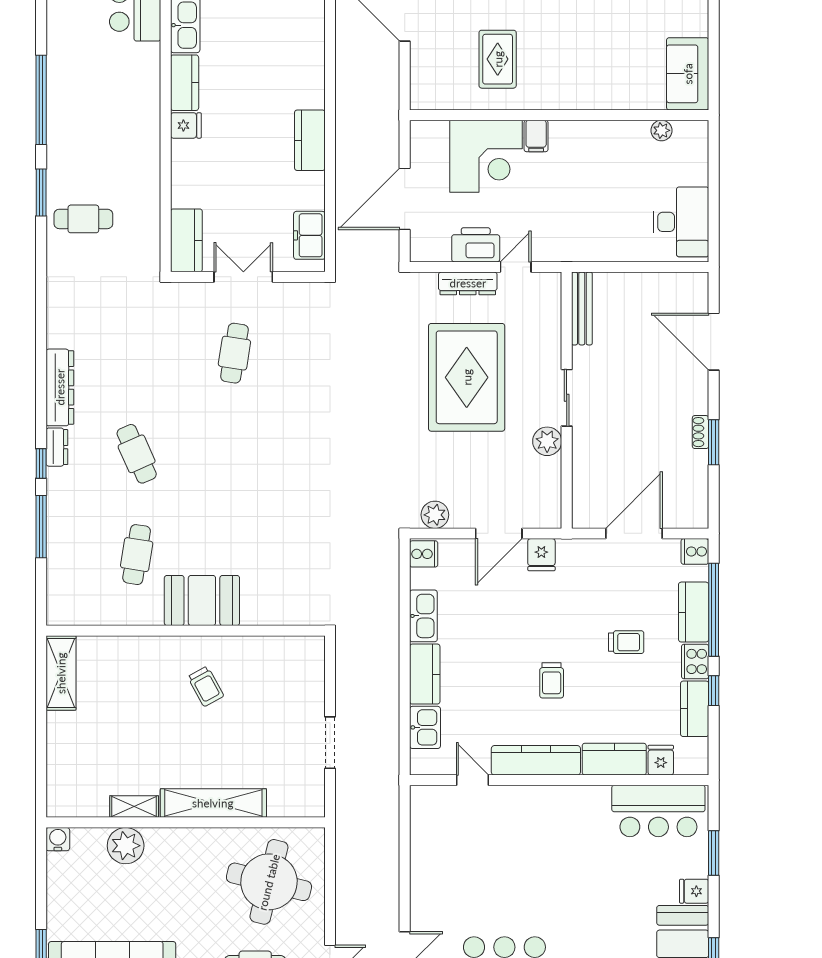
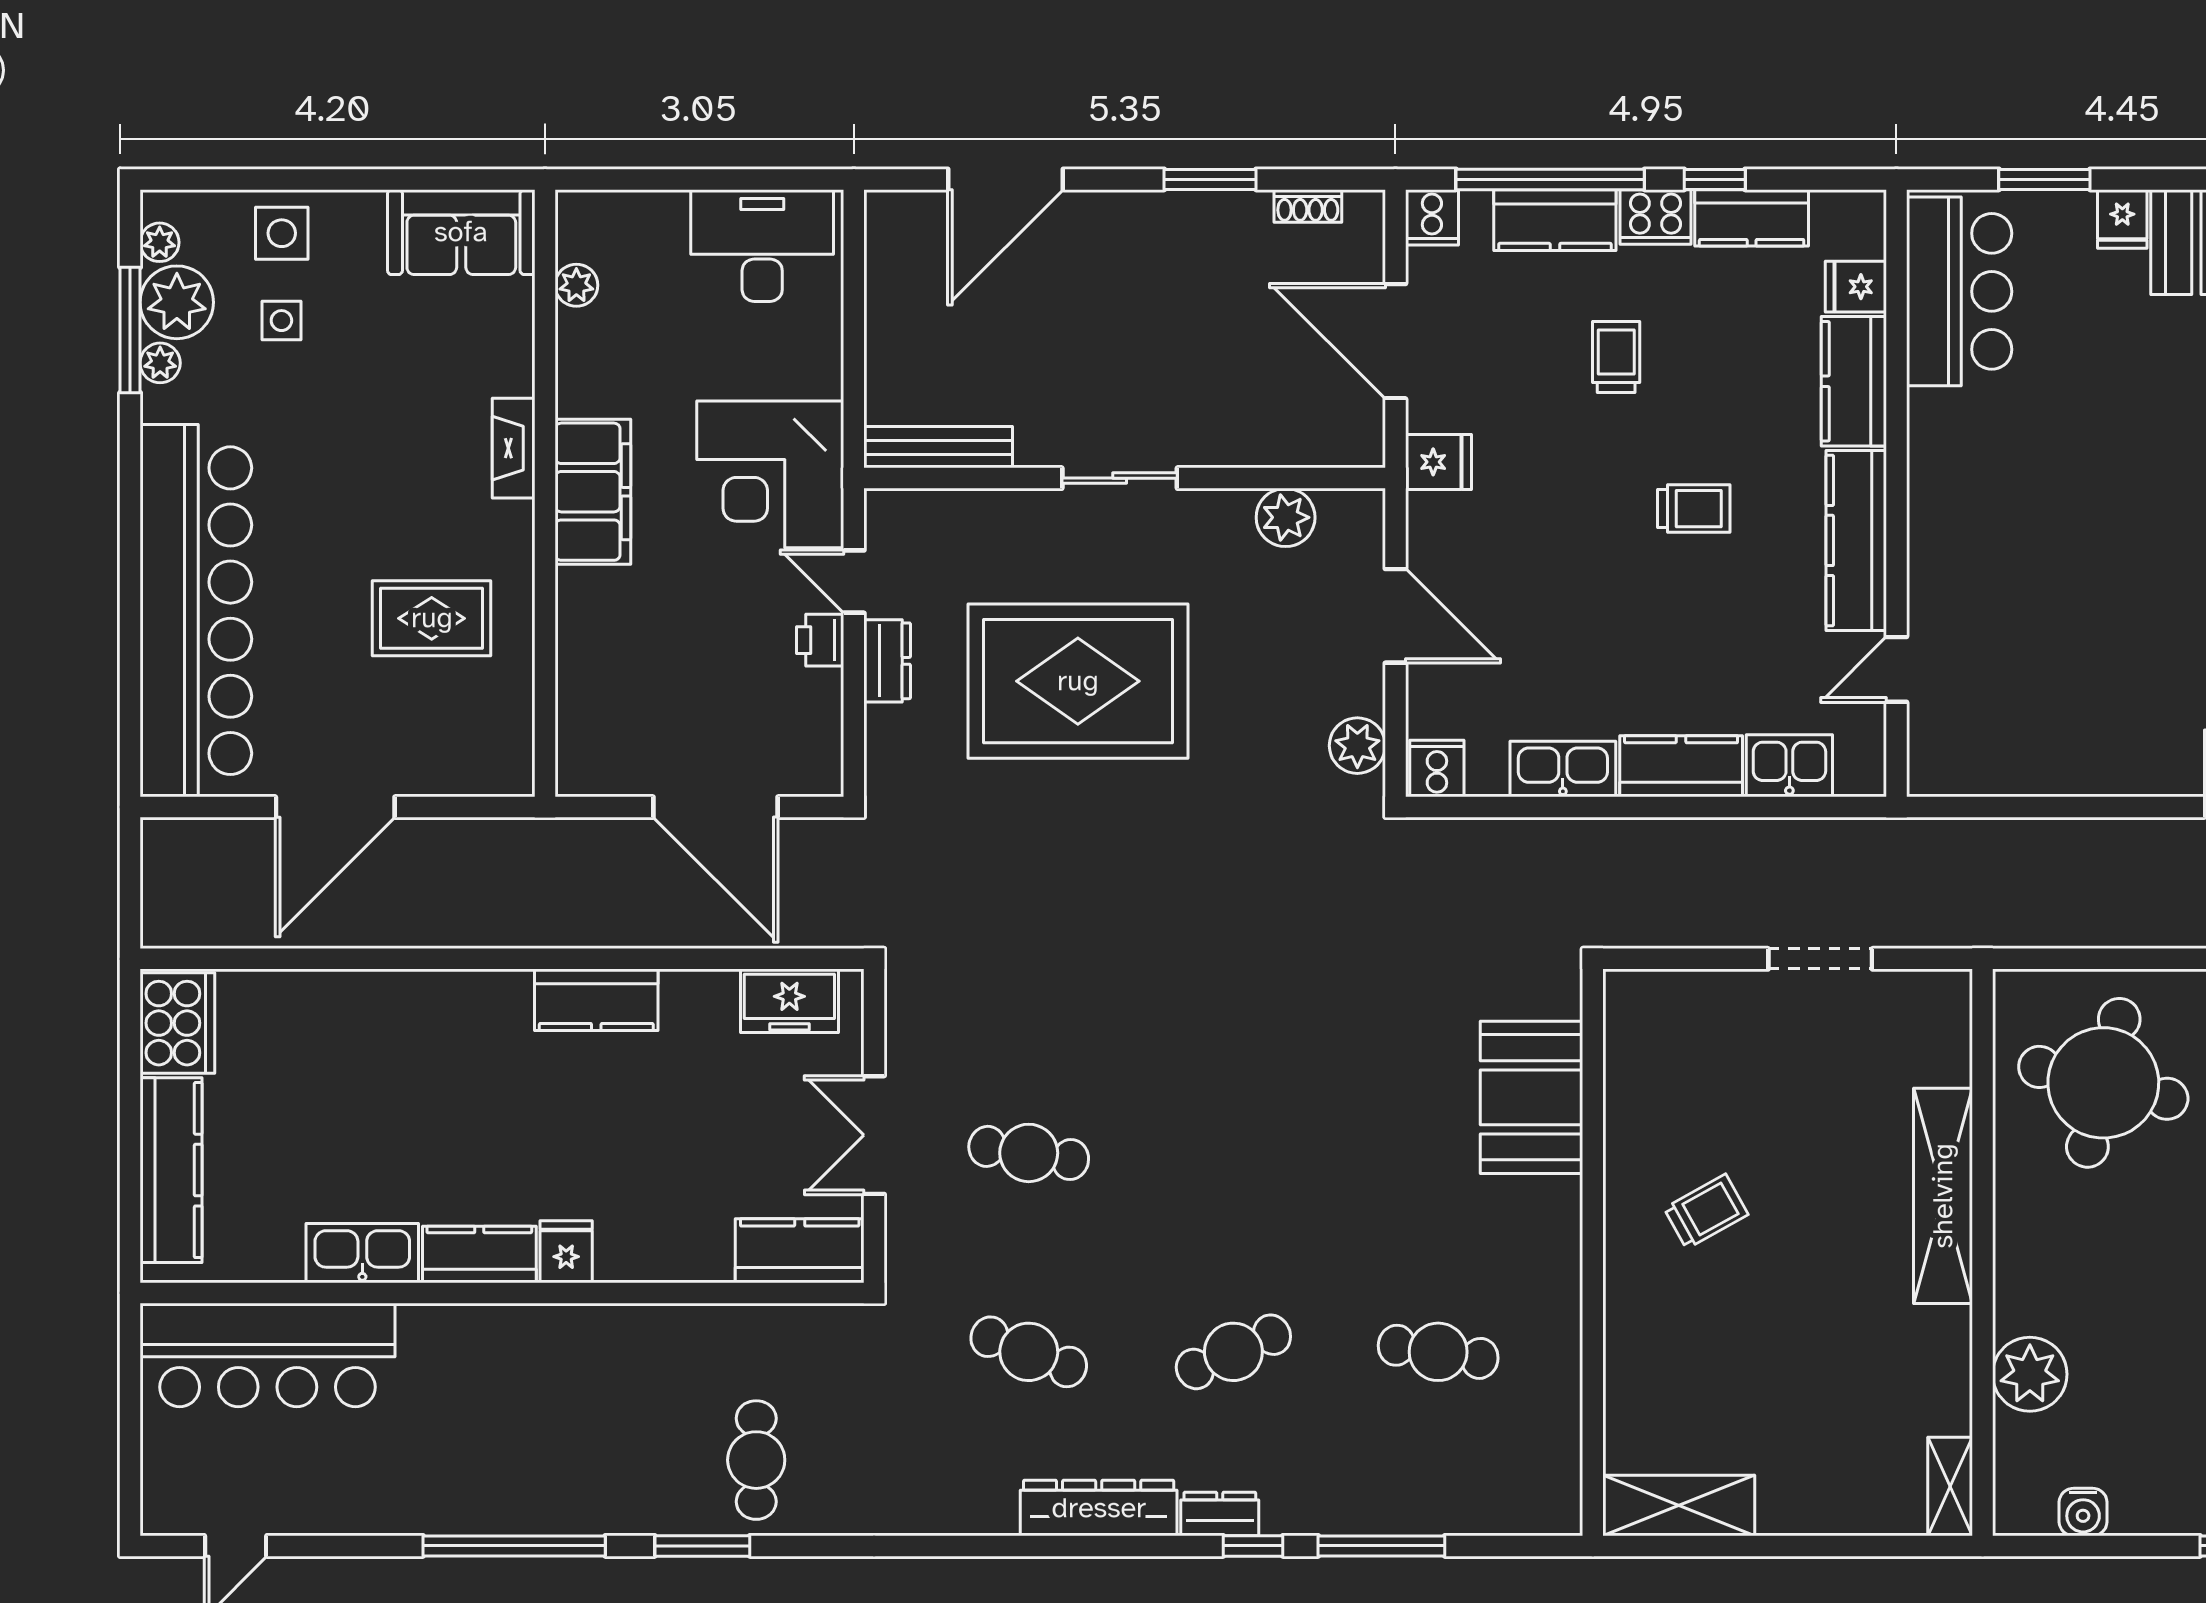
fireplace: (581, 100) -> (514, 448), added
filing cabinet: (536, 136) -> (593, 492), width x3.00, depth x1.17
corner desk: (486, 156) -> (770, 474), moved, turned 180
printer: (476, 245) -> (820, 640), width x0.53, depth x0.68
dresser: (468, 283) -> (887, 661), width x0.70
cafe table: (137, 353) -> (1029, 1352), added
shoe rack: (700, 432) -> (1308, 206), moved
plant: (547, 441) -> (1286, 517), moved
fridge: (541, 555) -> (1438, 462), moved
booth: (202, 600) -> (1532, 1097), moved
shelving: (134, 806) -> (1950, 1486), moved
water cooler: (58, 839) -> (2083, 1512), moved, turned -90

